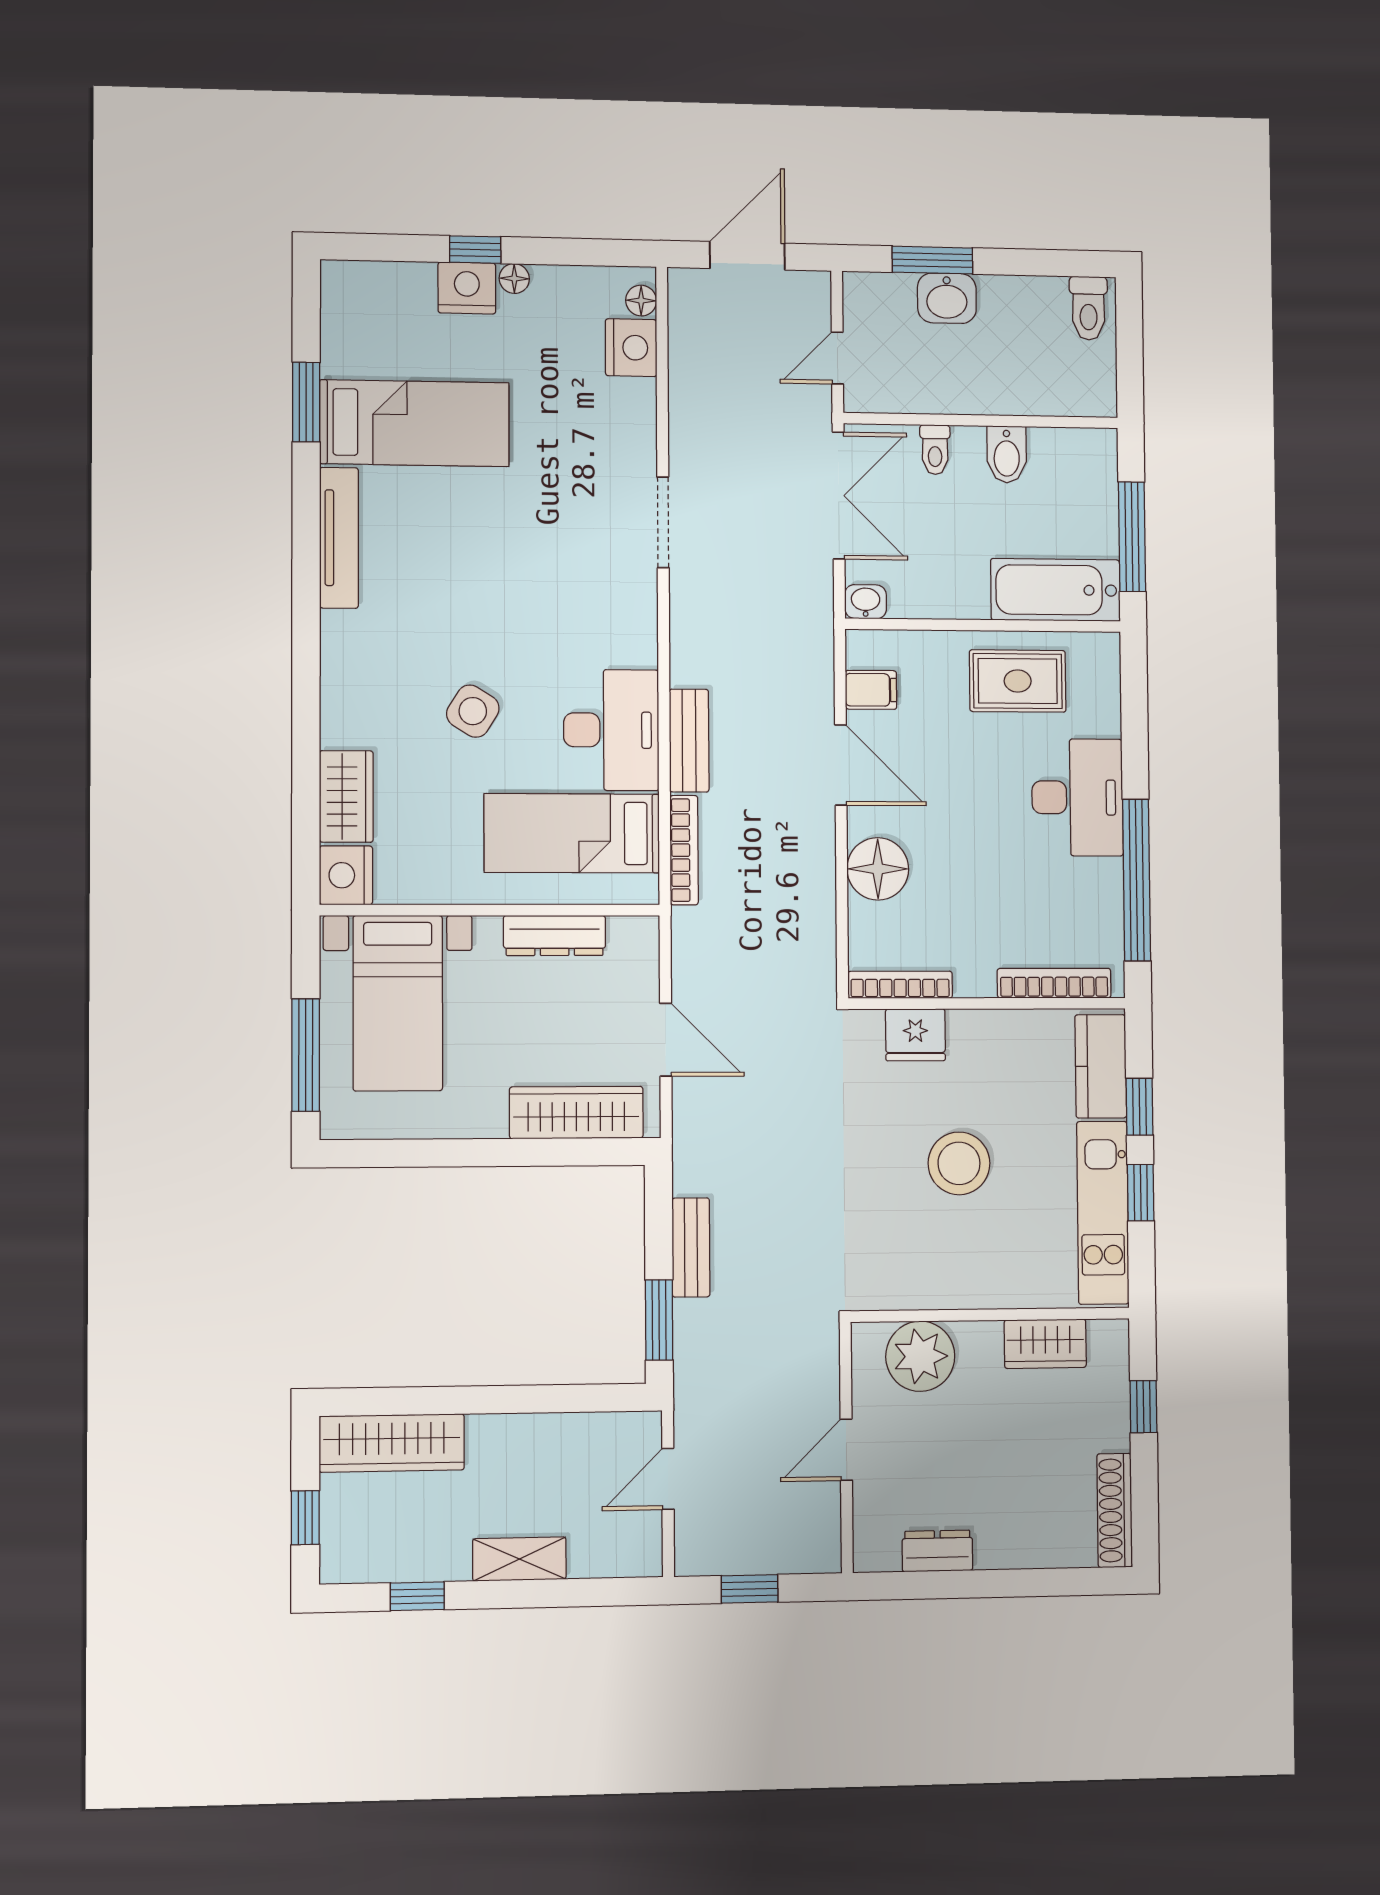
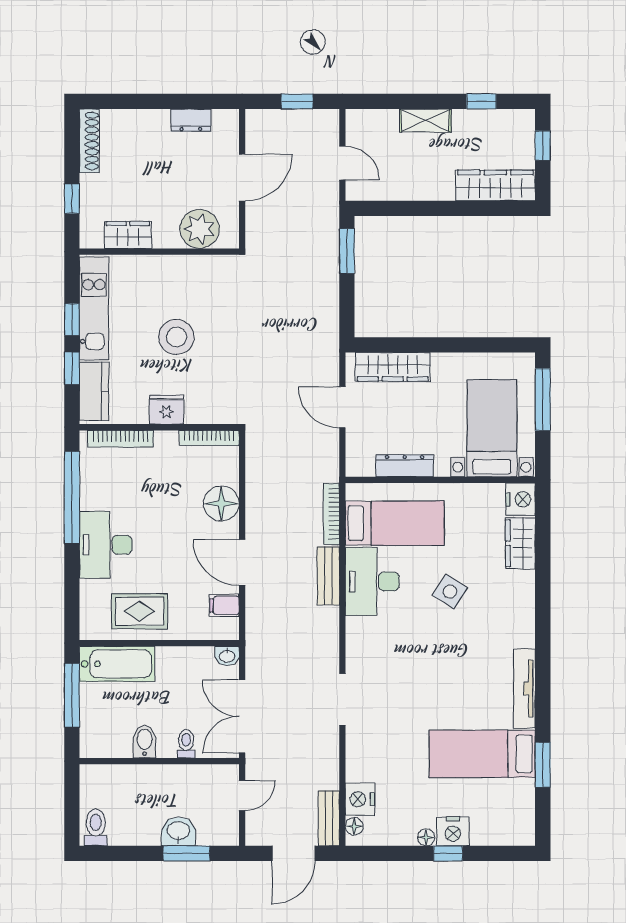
fridge: (915, 1035) -> (167, 410), moved
bench: (691, 1247) -> (329, 818), moved
door: (846, 1450) -> (242, 177), width x1.38
door: (668, 1479) -> (342, 163), hinge flipped

